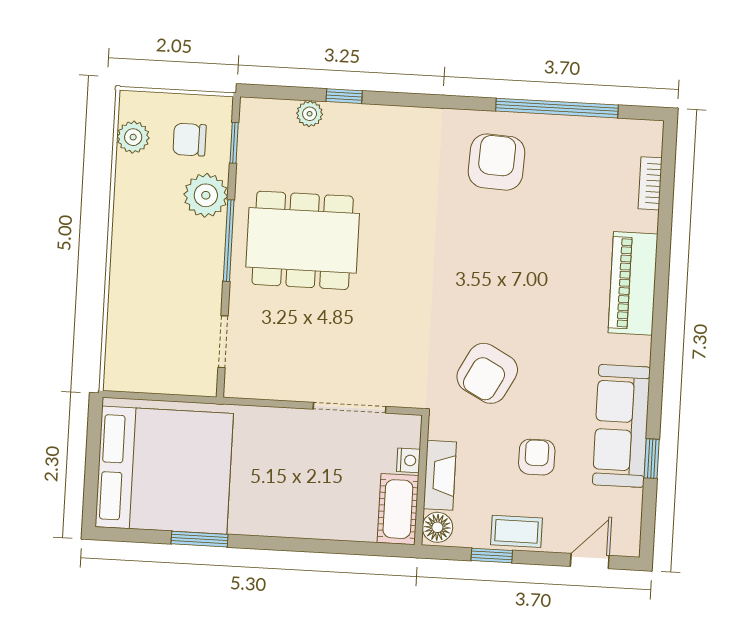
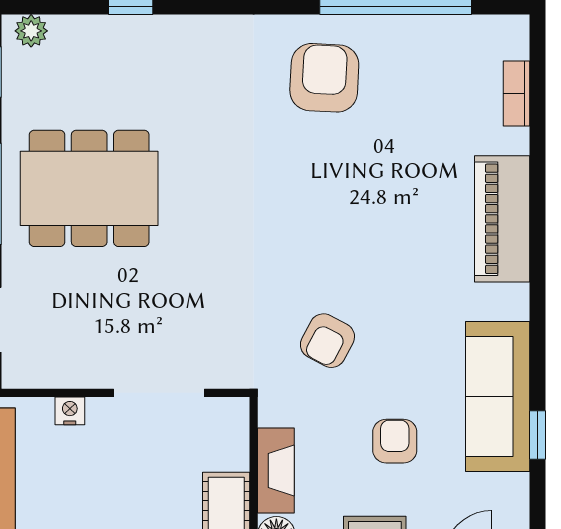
plant: (310, 114) -> (31, 31), moved
armchair: (487, 373) -> (327, 341), width x0.72, depth x0.72
nightstand: (408, 460) -> (70, 411), moved, turned -90

